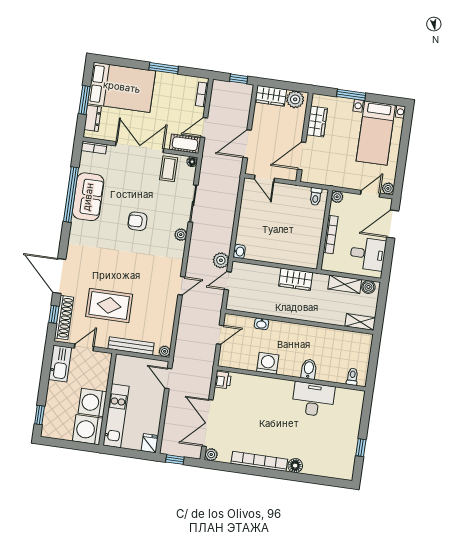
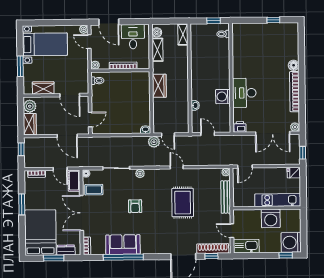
rug: (109, 305) -> (183, 203), moved
window: (372, 366) -> (214, 21), added
bidet: (309, 369) -> (223, 66), removed
desk: (313, 399) -> (244, 93), moved
washing machine: (88, 430) -> (291, 242), moved, turned 90

